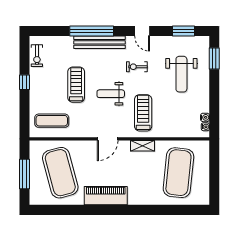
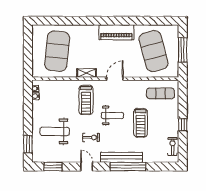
weight bench: (181, 74) -> (55, 131), turned -90

